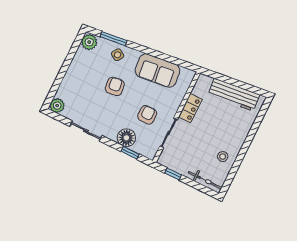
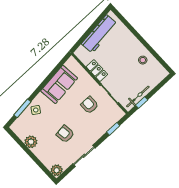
plant: (89, 42) -> (31, 142), moved
armchair: (115, 86) -> (65, 134), moved
floor lamp: (126, 138) -> (101, 127), removed
bicycle: (205, 180) -> (138, 97), moved

